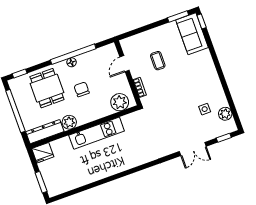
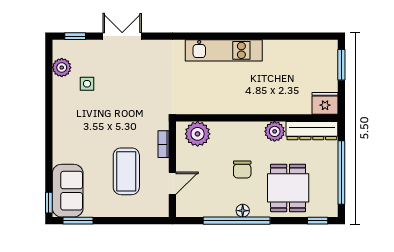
coffee table: (158, 61) -> (126, 171), width x1.86, depth x1.72
kitchen unit: (97, 133) -> (224, 50), moved, turned 180

